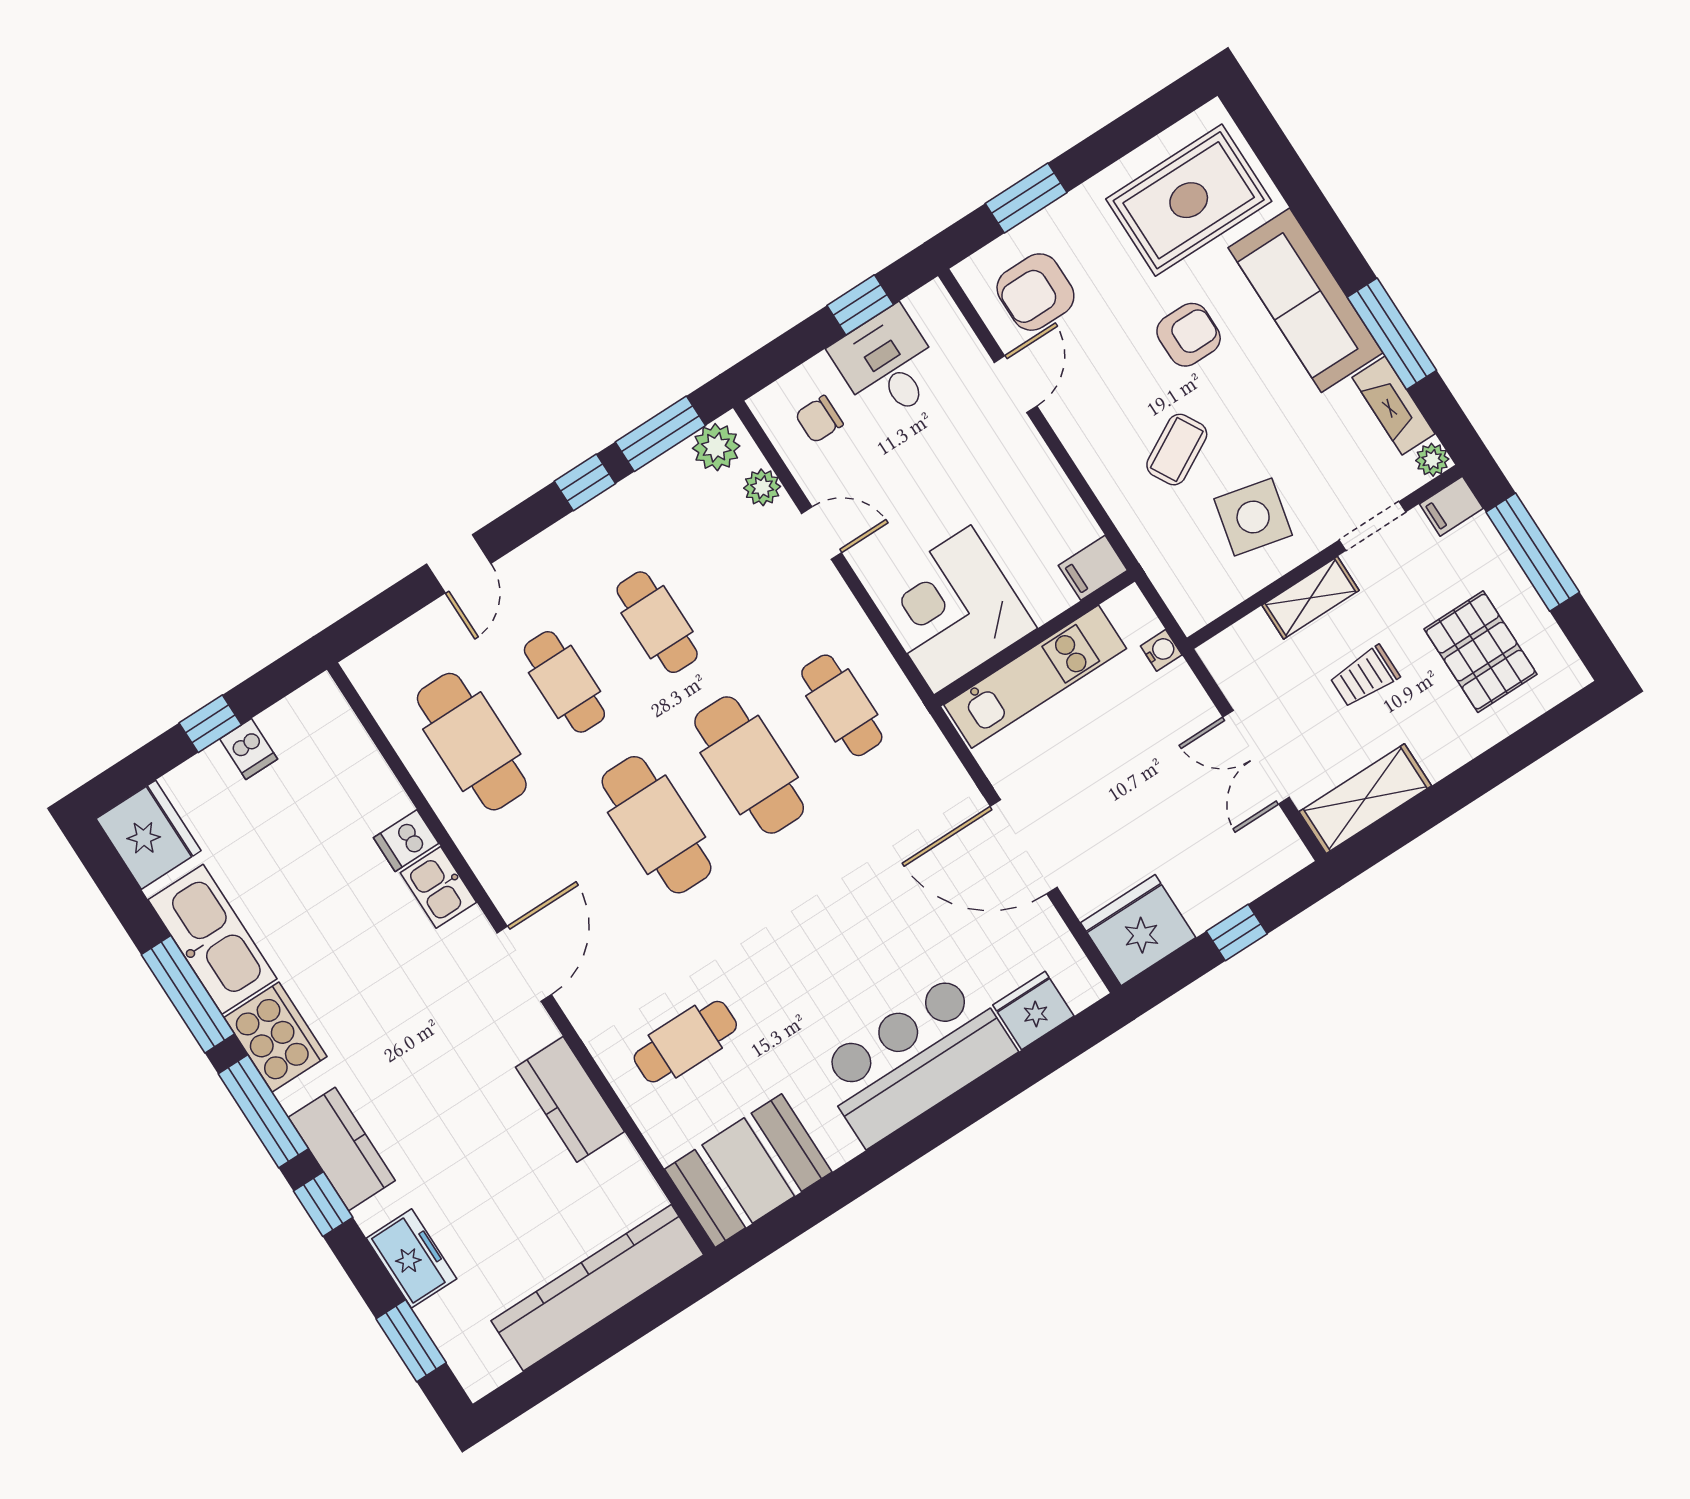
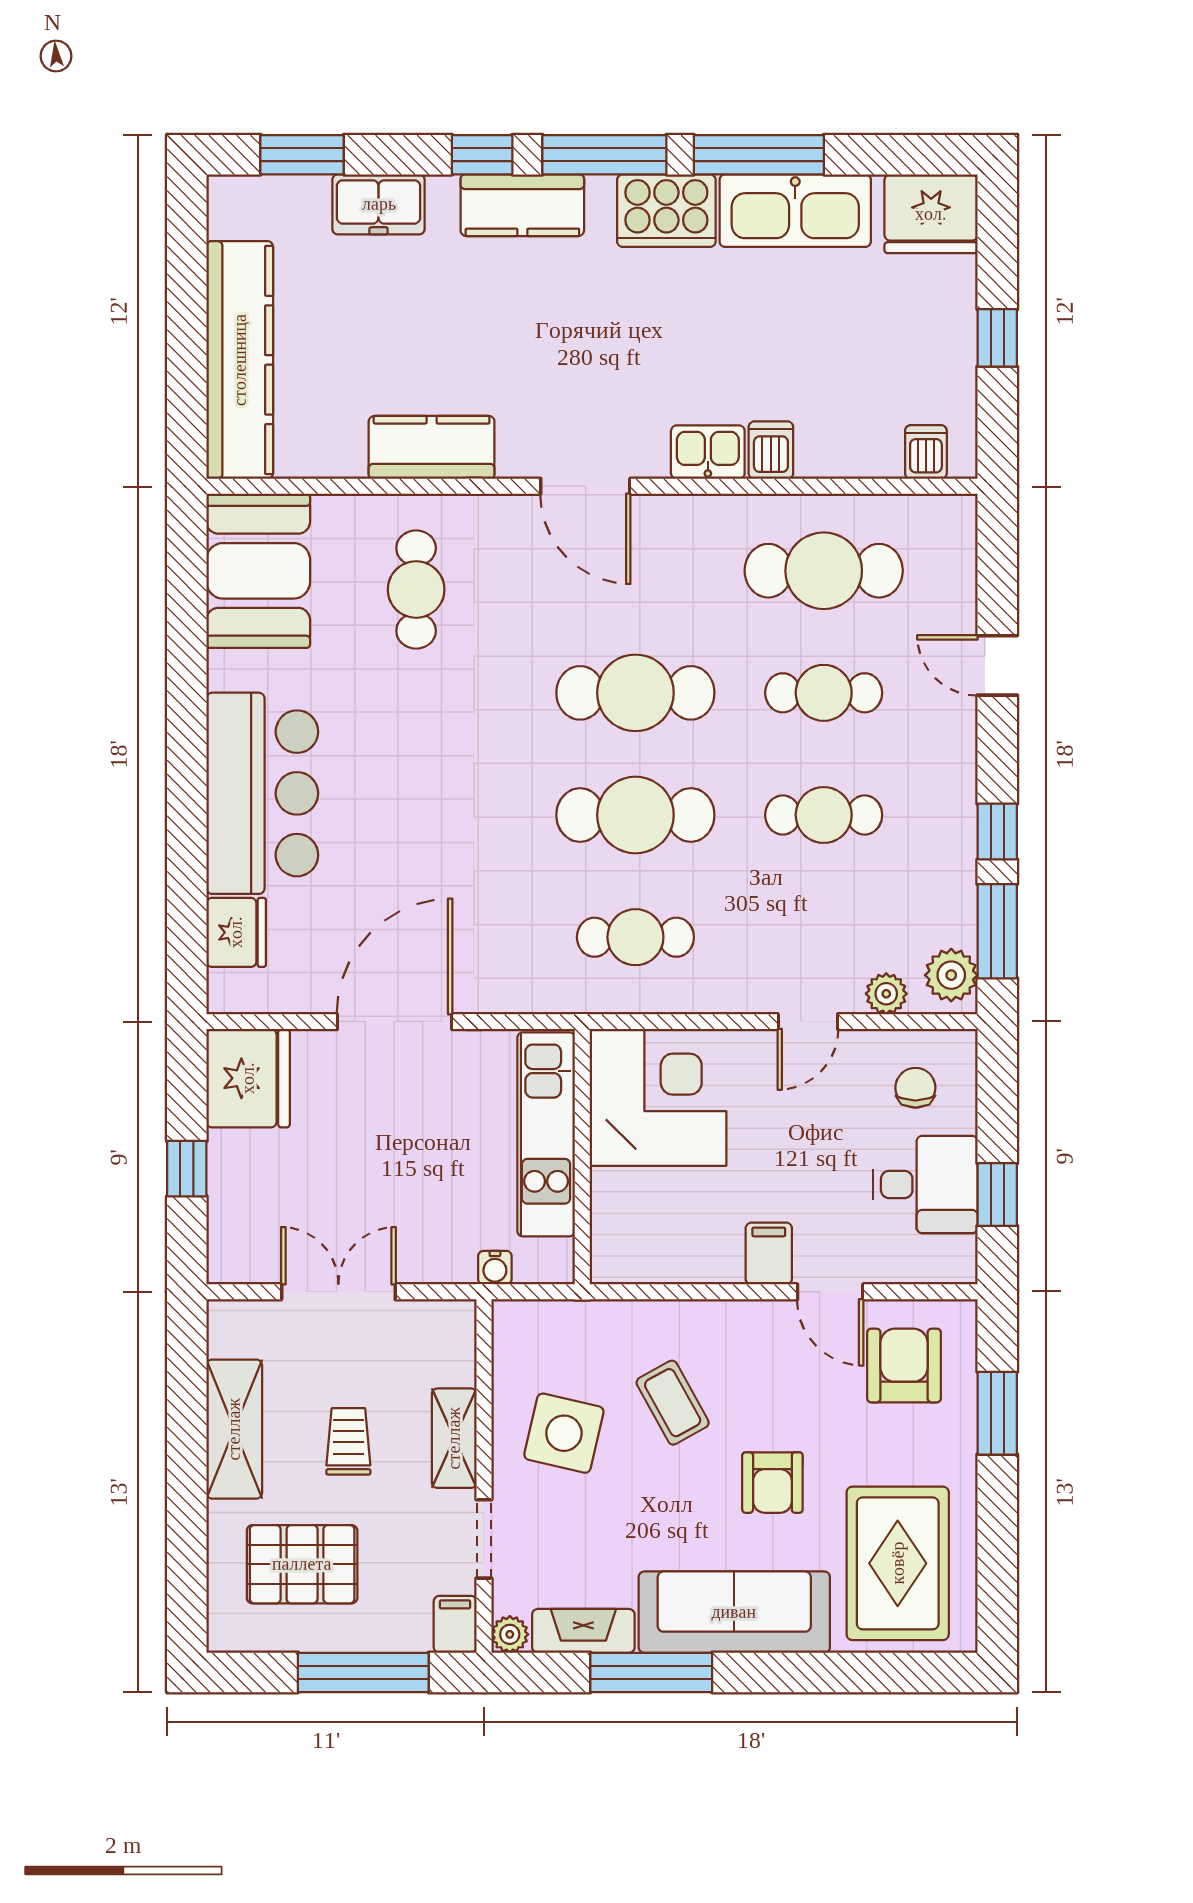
filing cabinet: (1093, 568) -> (769, 1254), moved
dishwasher: (249, 749) -> (926, 452), moved, turned 90
shelving: (1365, 799) -> (234, 1429), moved

